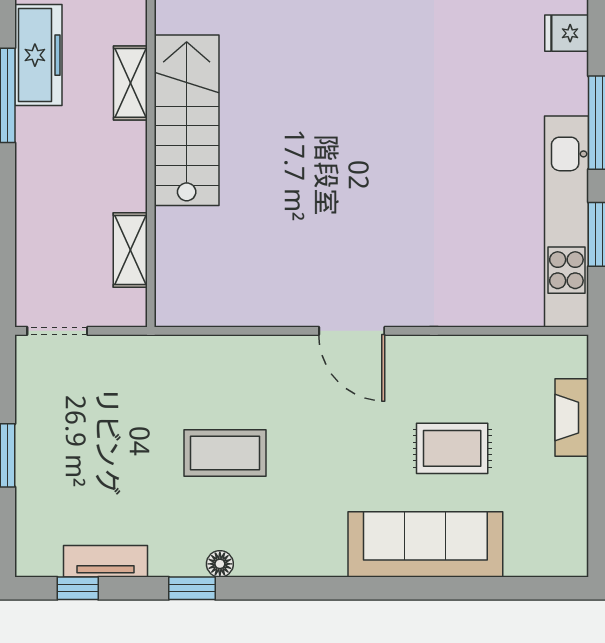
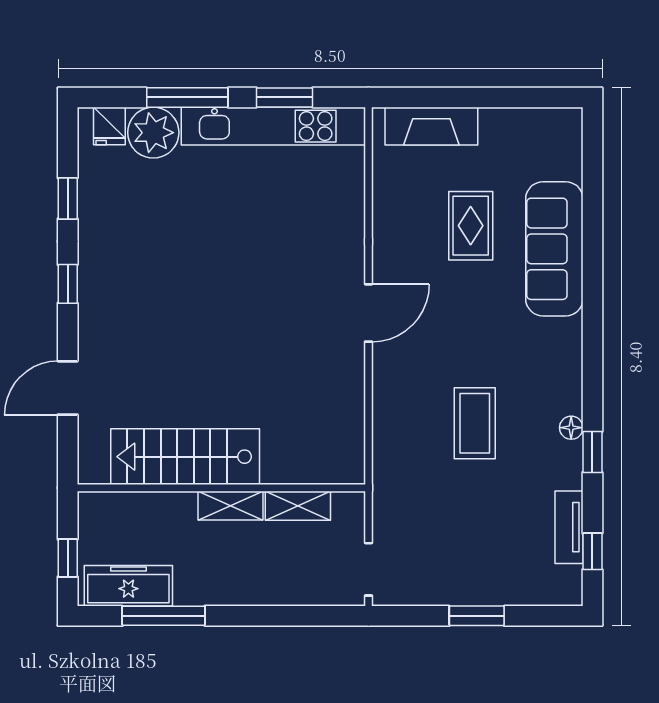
shelving: (130, 83) -> (231, 506), moved
plant: (559, 84) -> (153, 133), added
fireplace: (572, 418) -> (431, 126), width x1.37, depth x1.32

